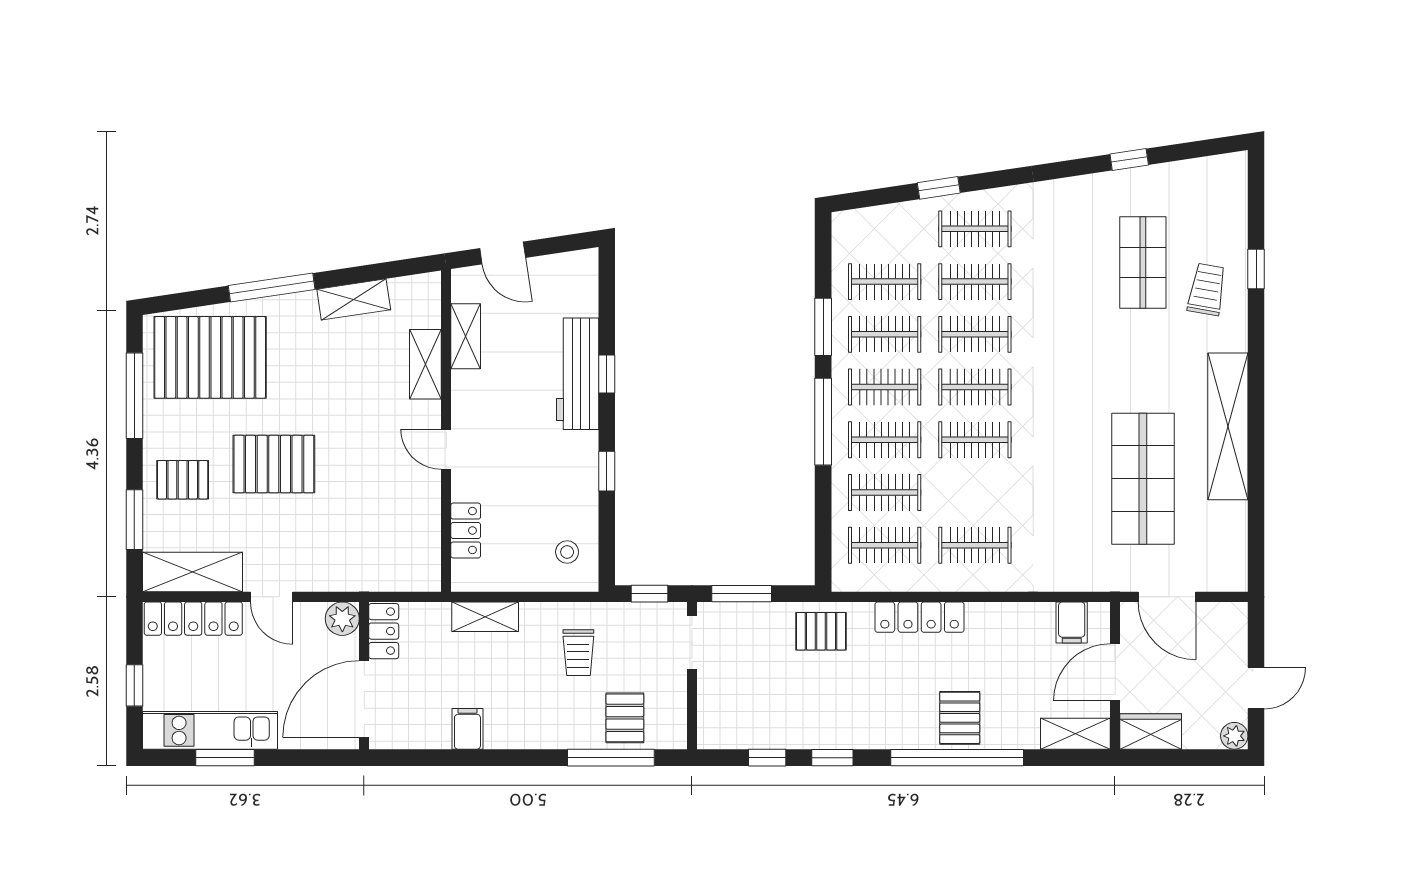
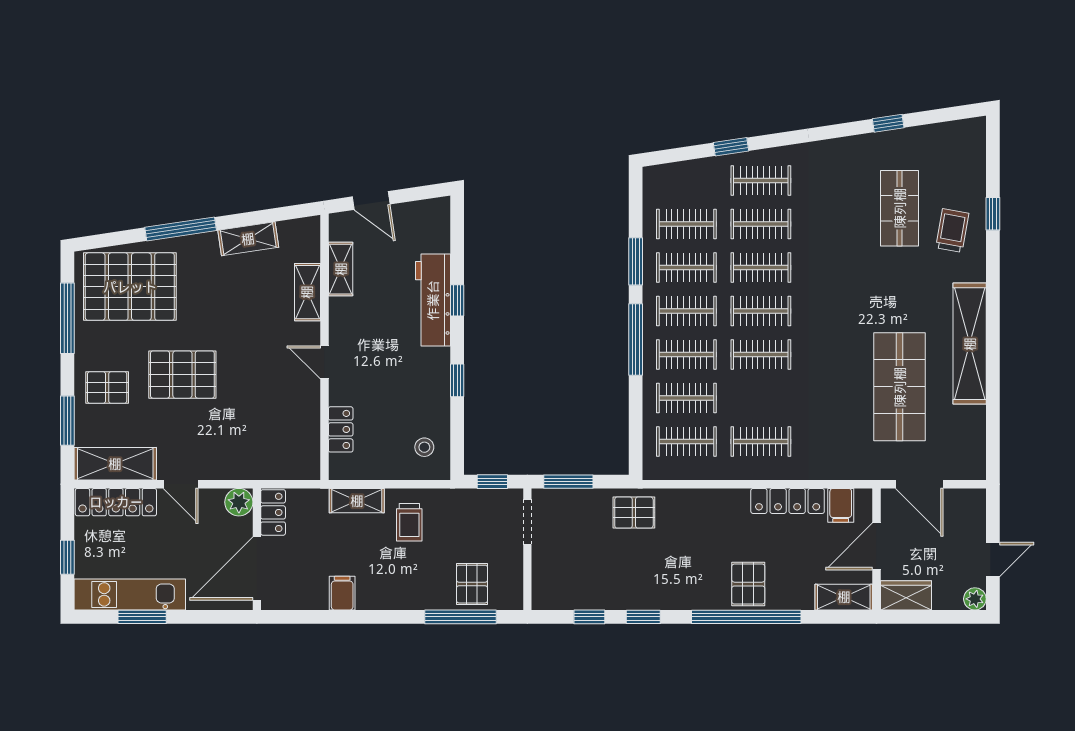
locker: (920, 617) -> (788, 501), moved
trolley: (578, 653) -> (409, 522), moved

